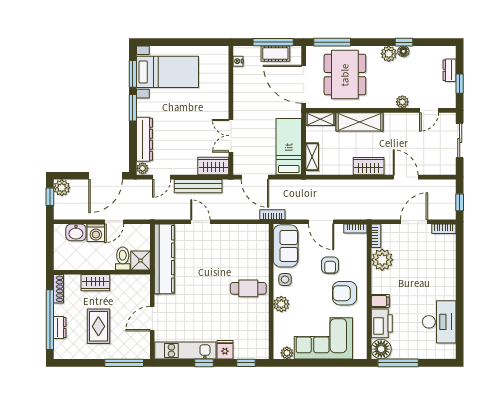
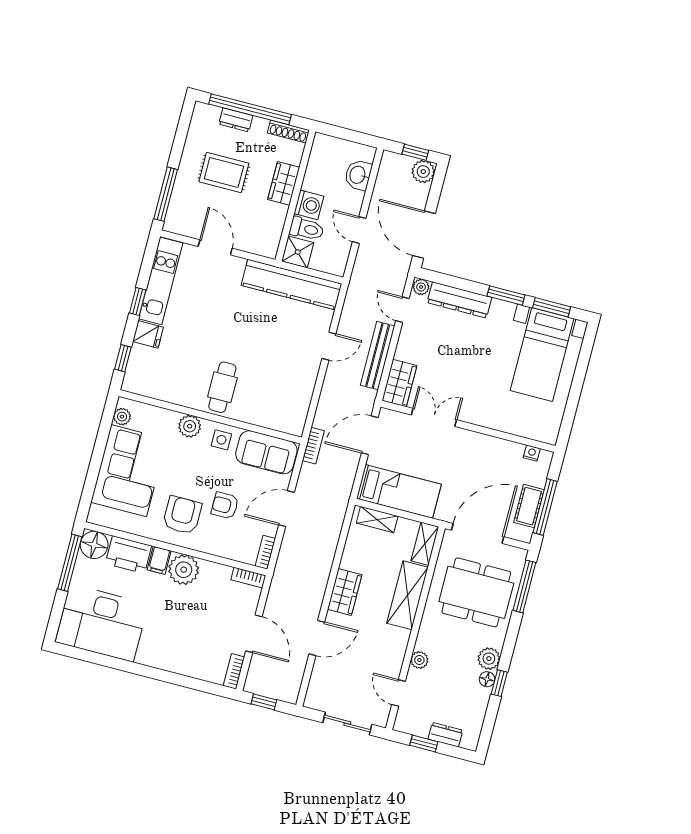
washing machine: (96, 233) -> (309, 205), moved, turned 180
plant: (382, 260) -> (184, 570), moved
desk: (439, 322) -> (102, 623), width x1.36, depth x1.30

